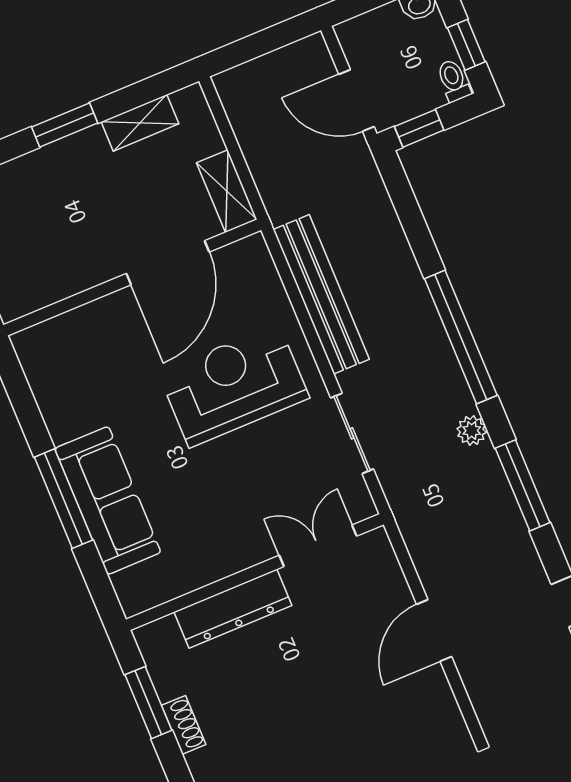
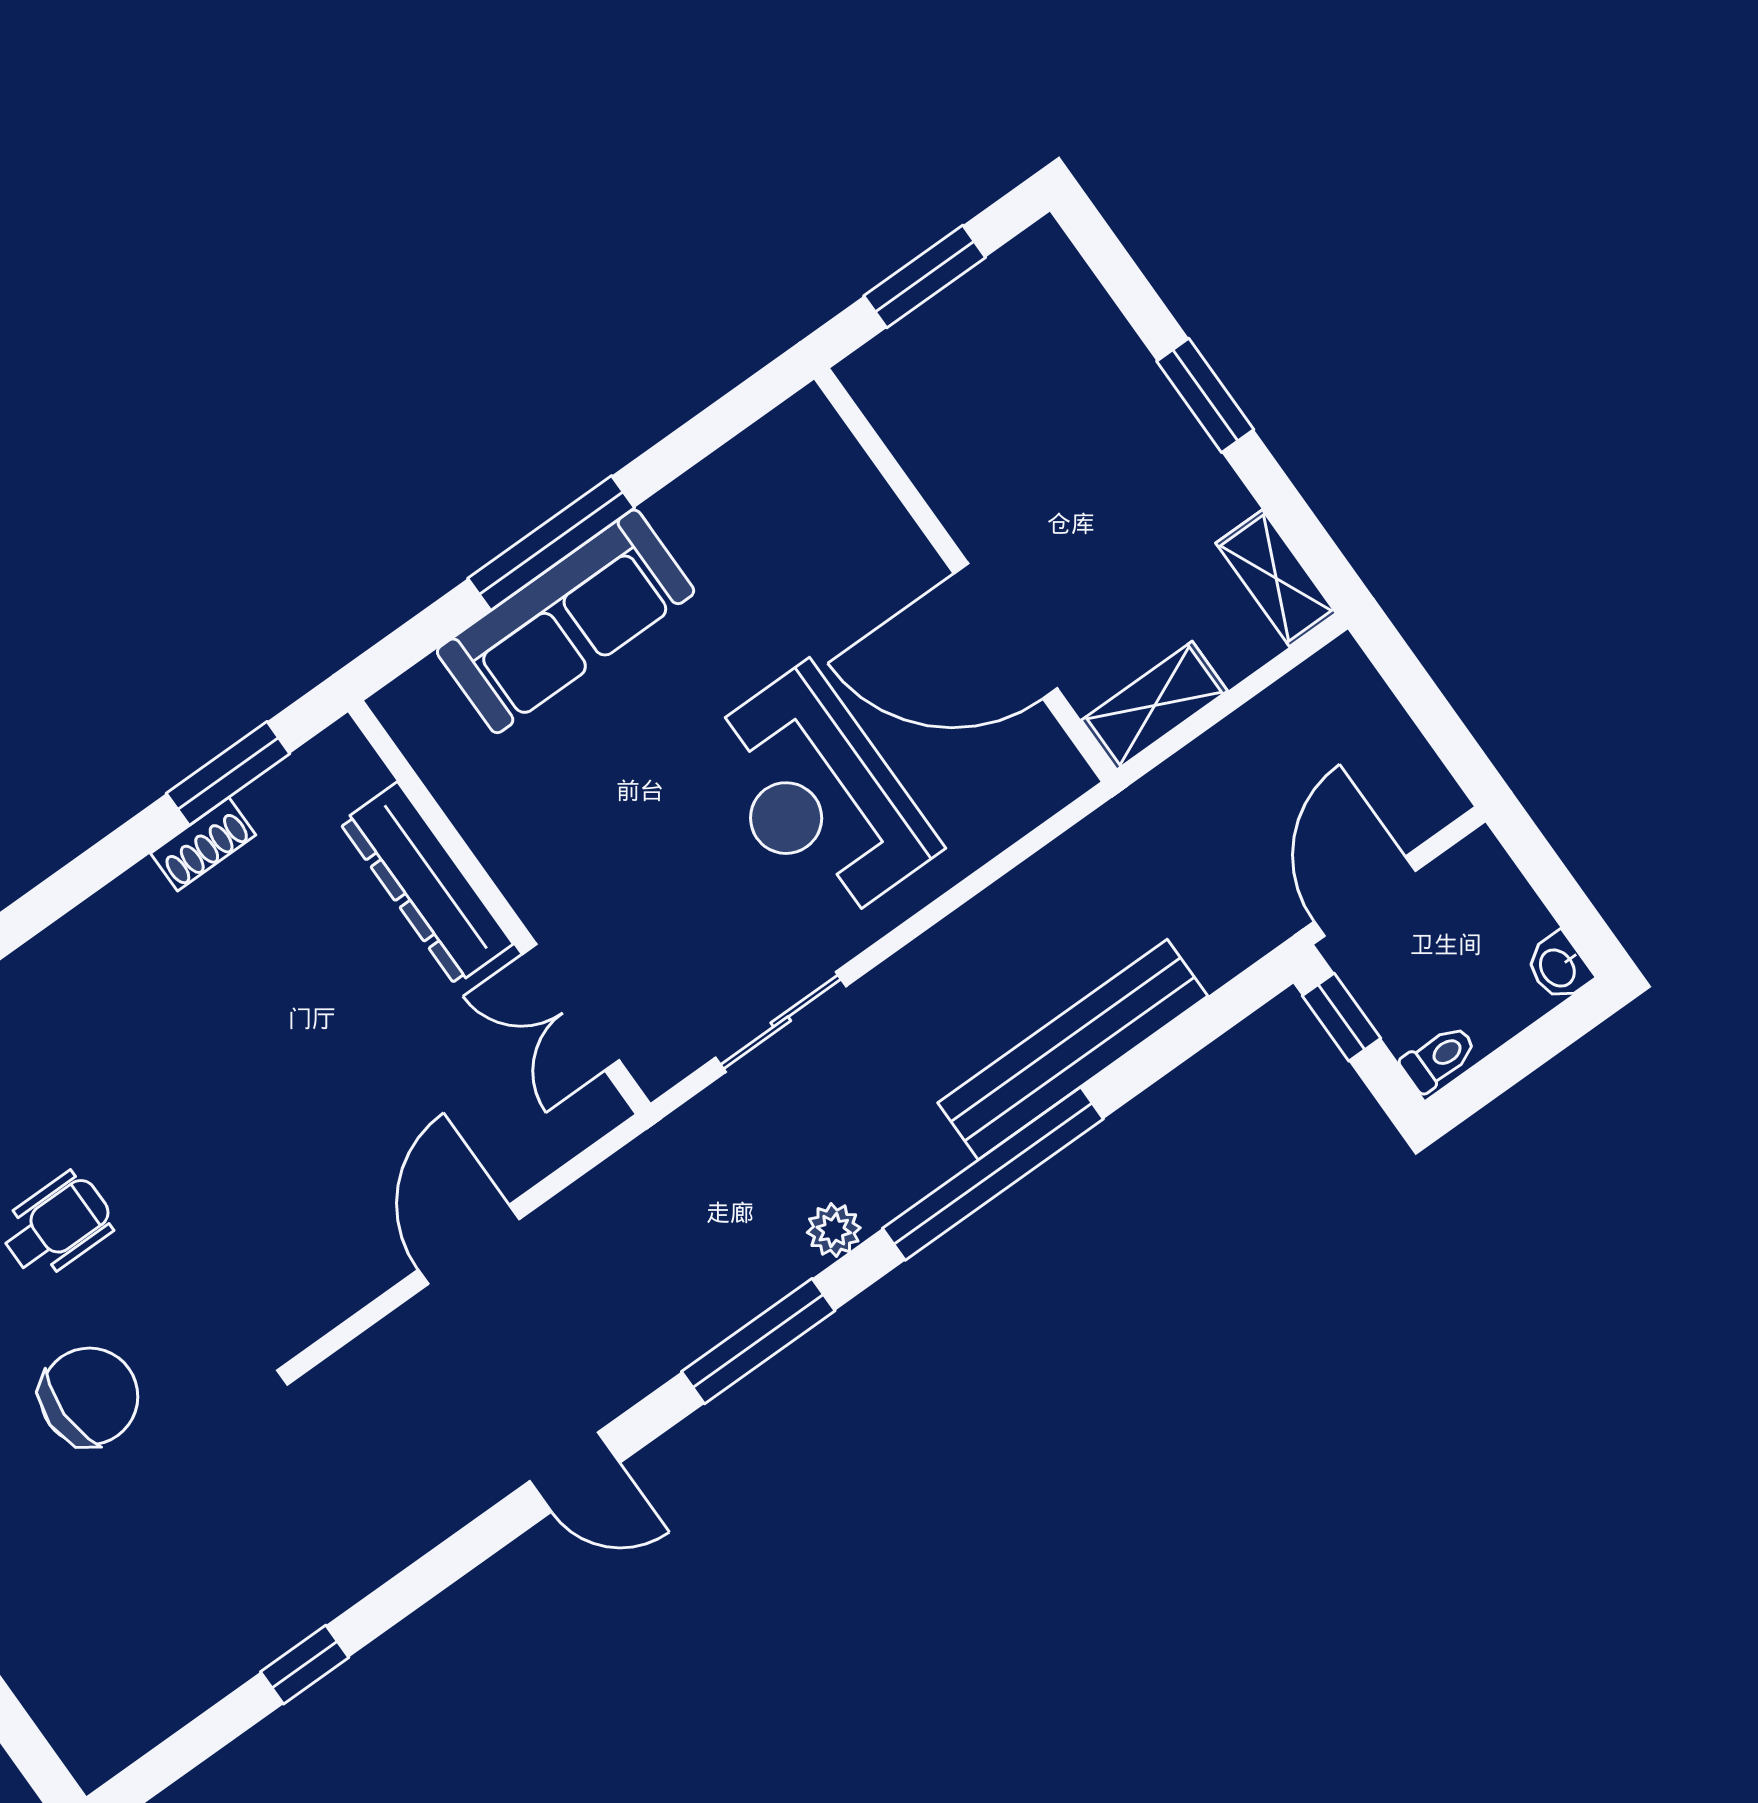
window: (466, 45) -> (1506, 1066), removed
shelving: (140, 123) -> (1276, 578), moved
bench: (321, 294) -> (1073, 1049), moved
reception desk: (234, 385) -> (817, 796), turned 180
double door: (318, 546) -> (571, 1007), swing flipped
door: (434, 631) -> (469, 1244), hinge flipped

